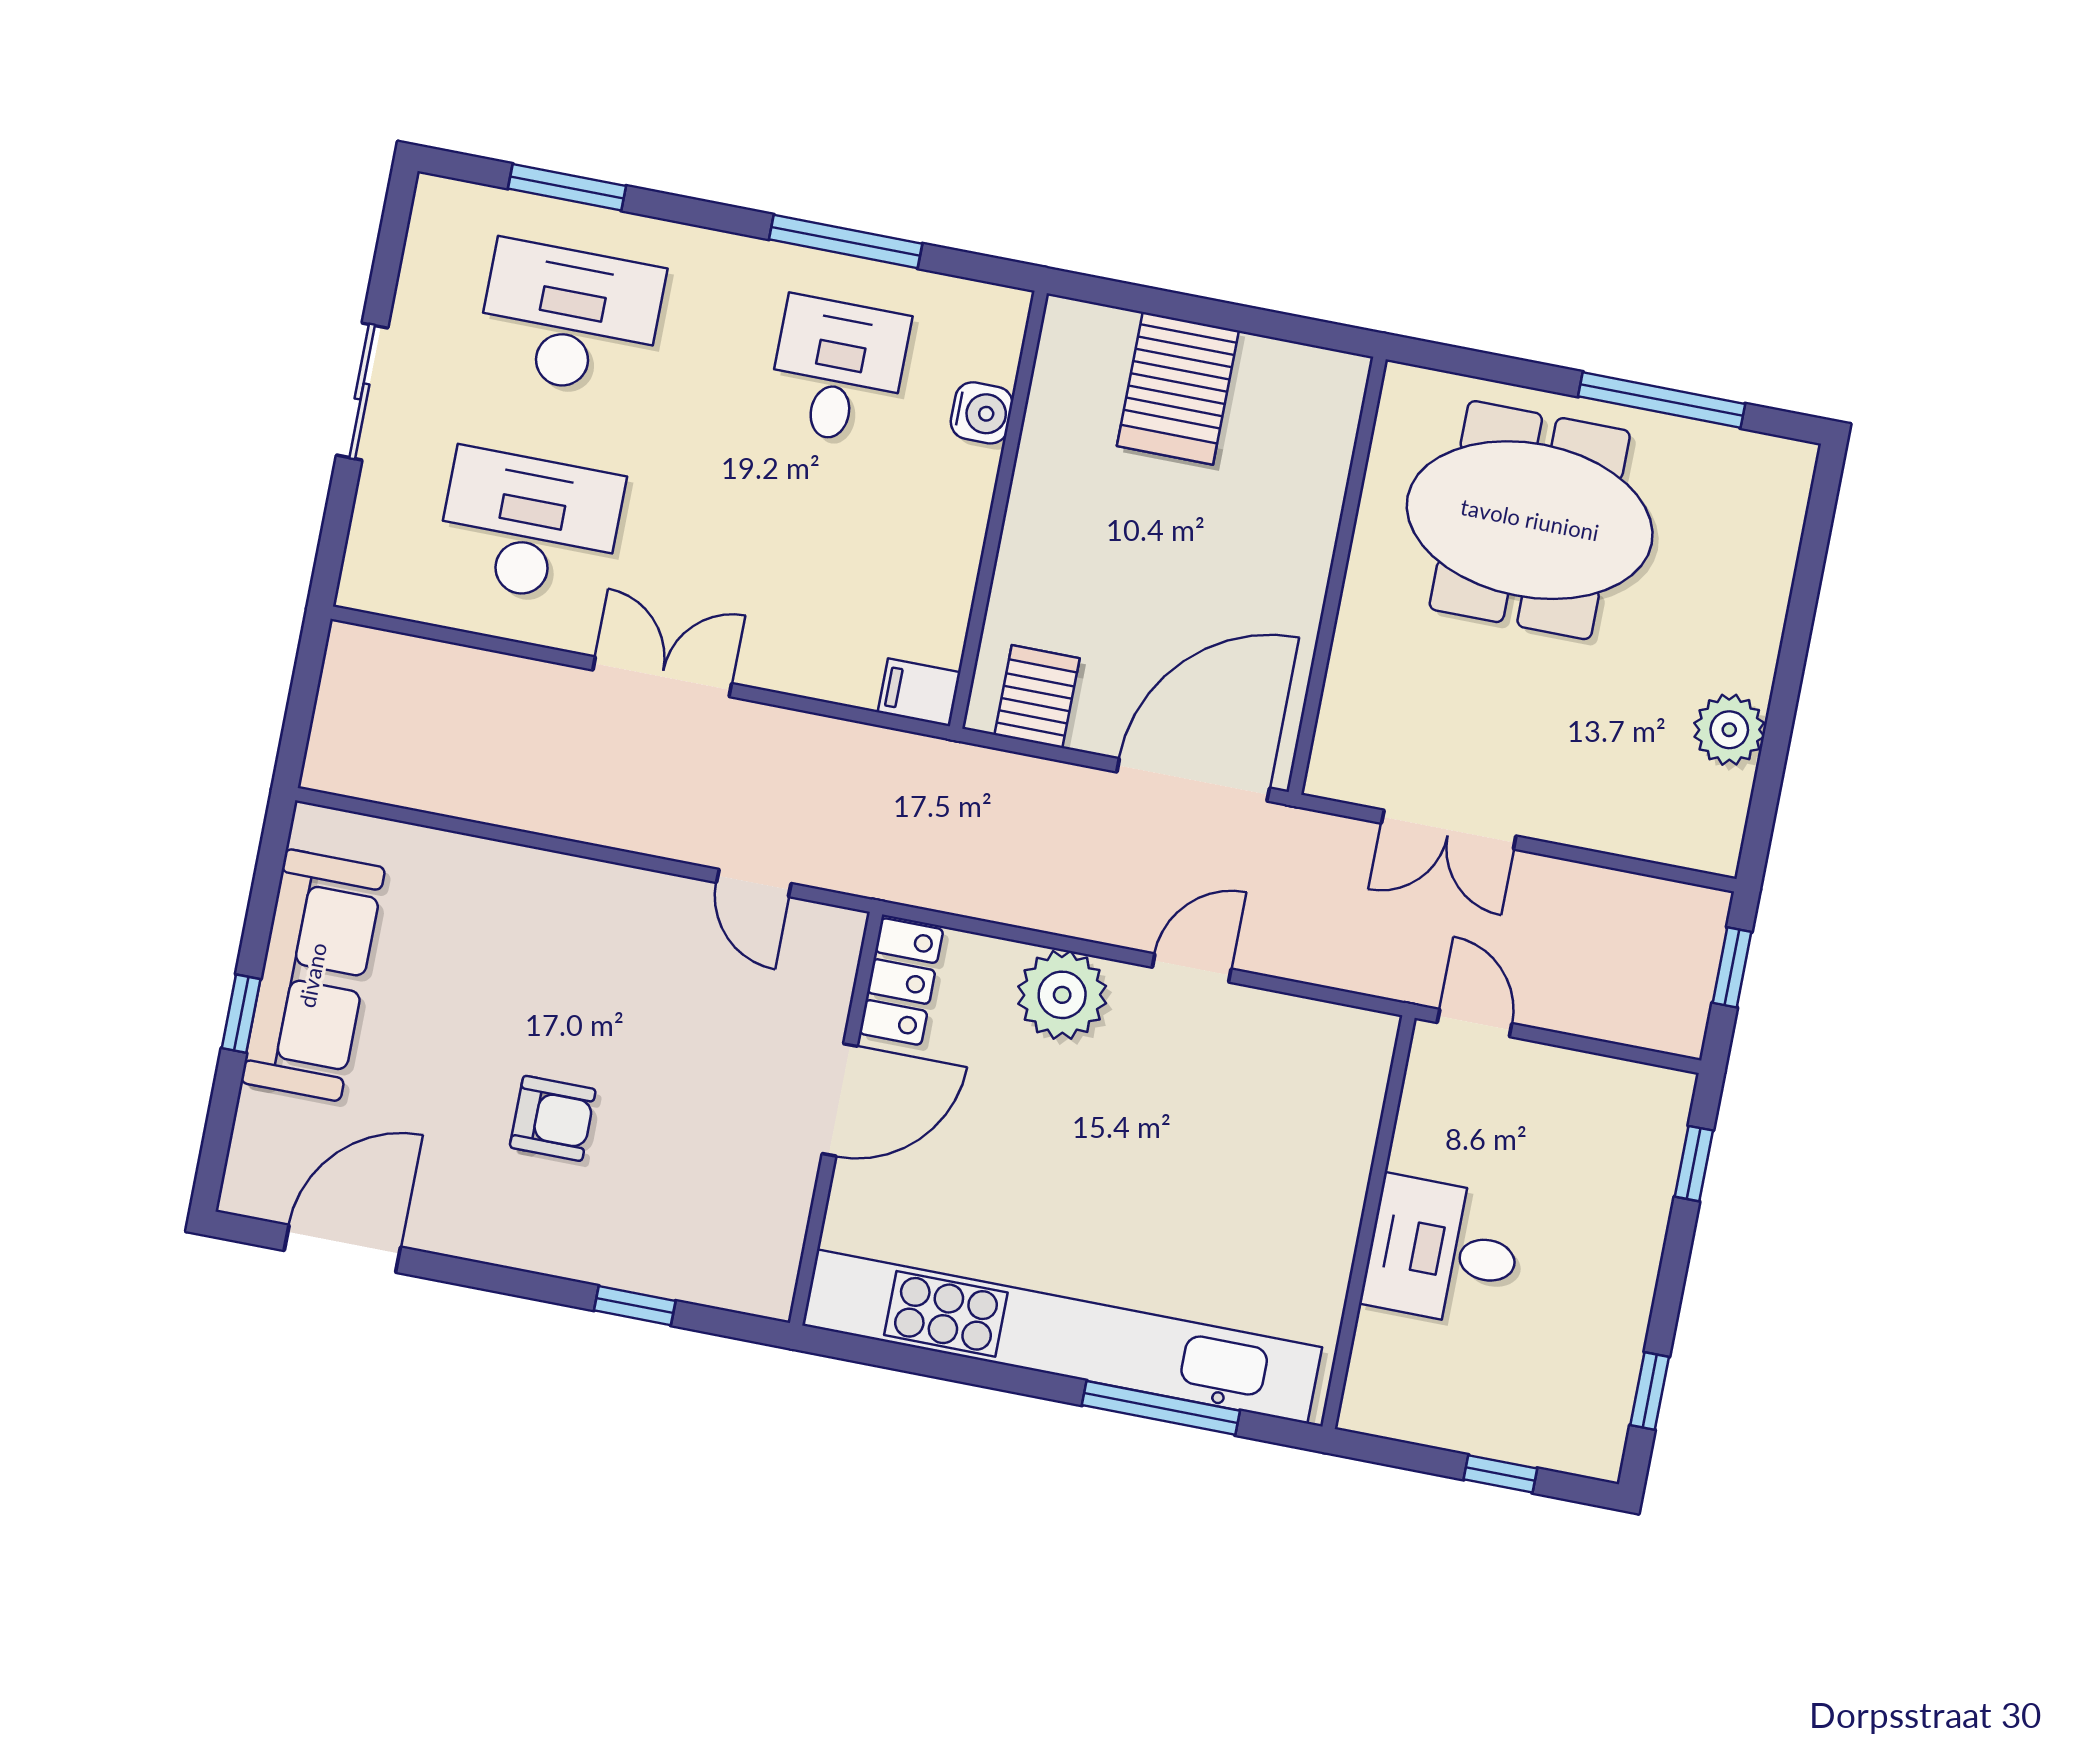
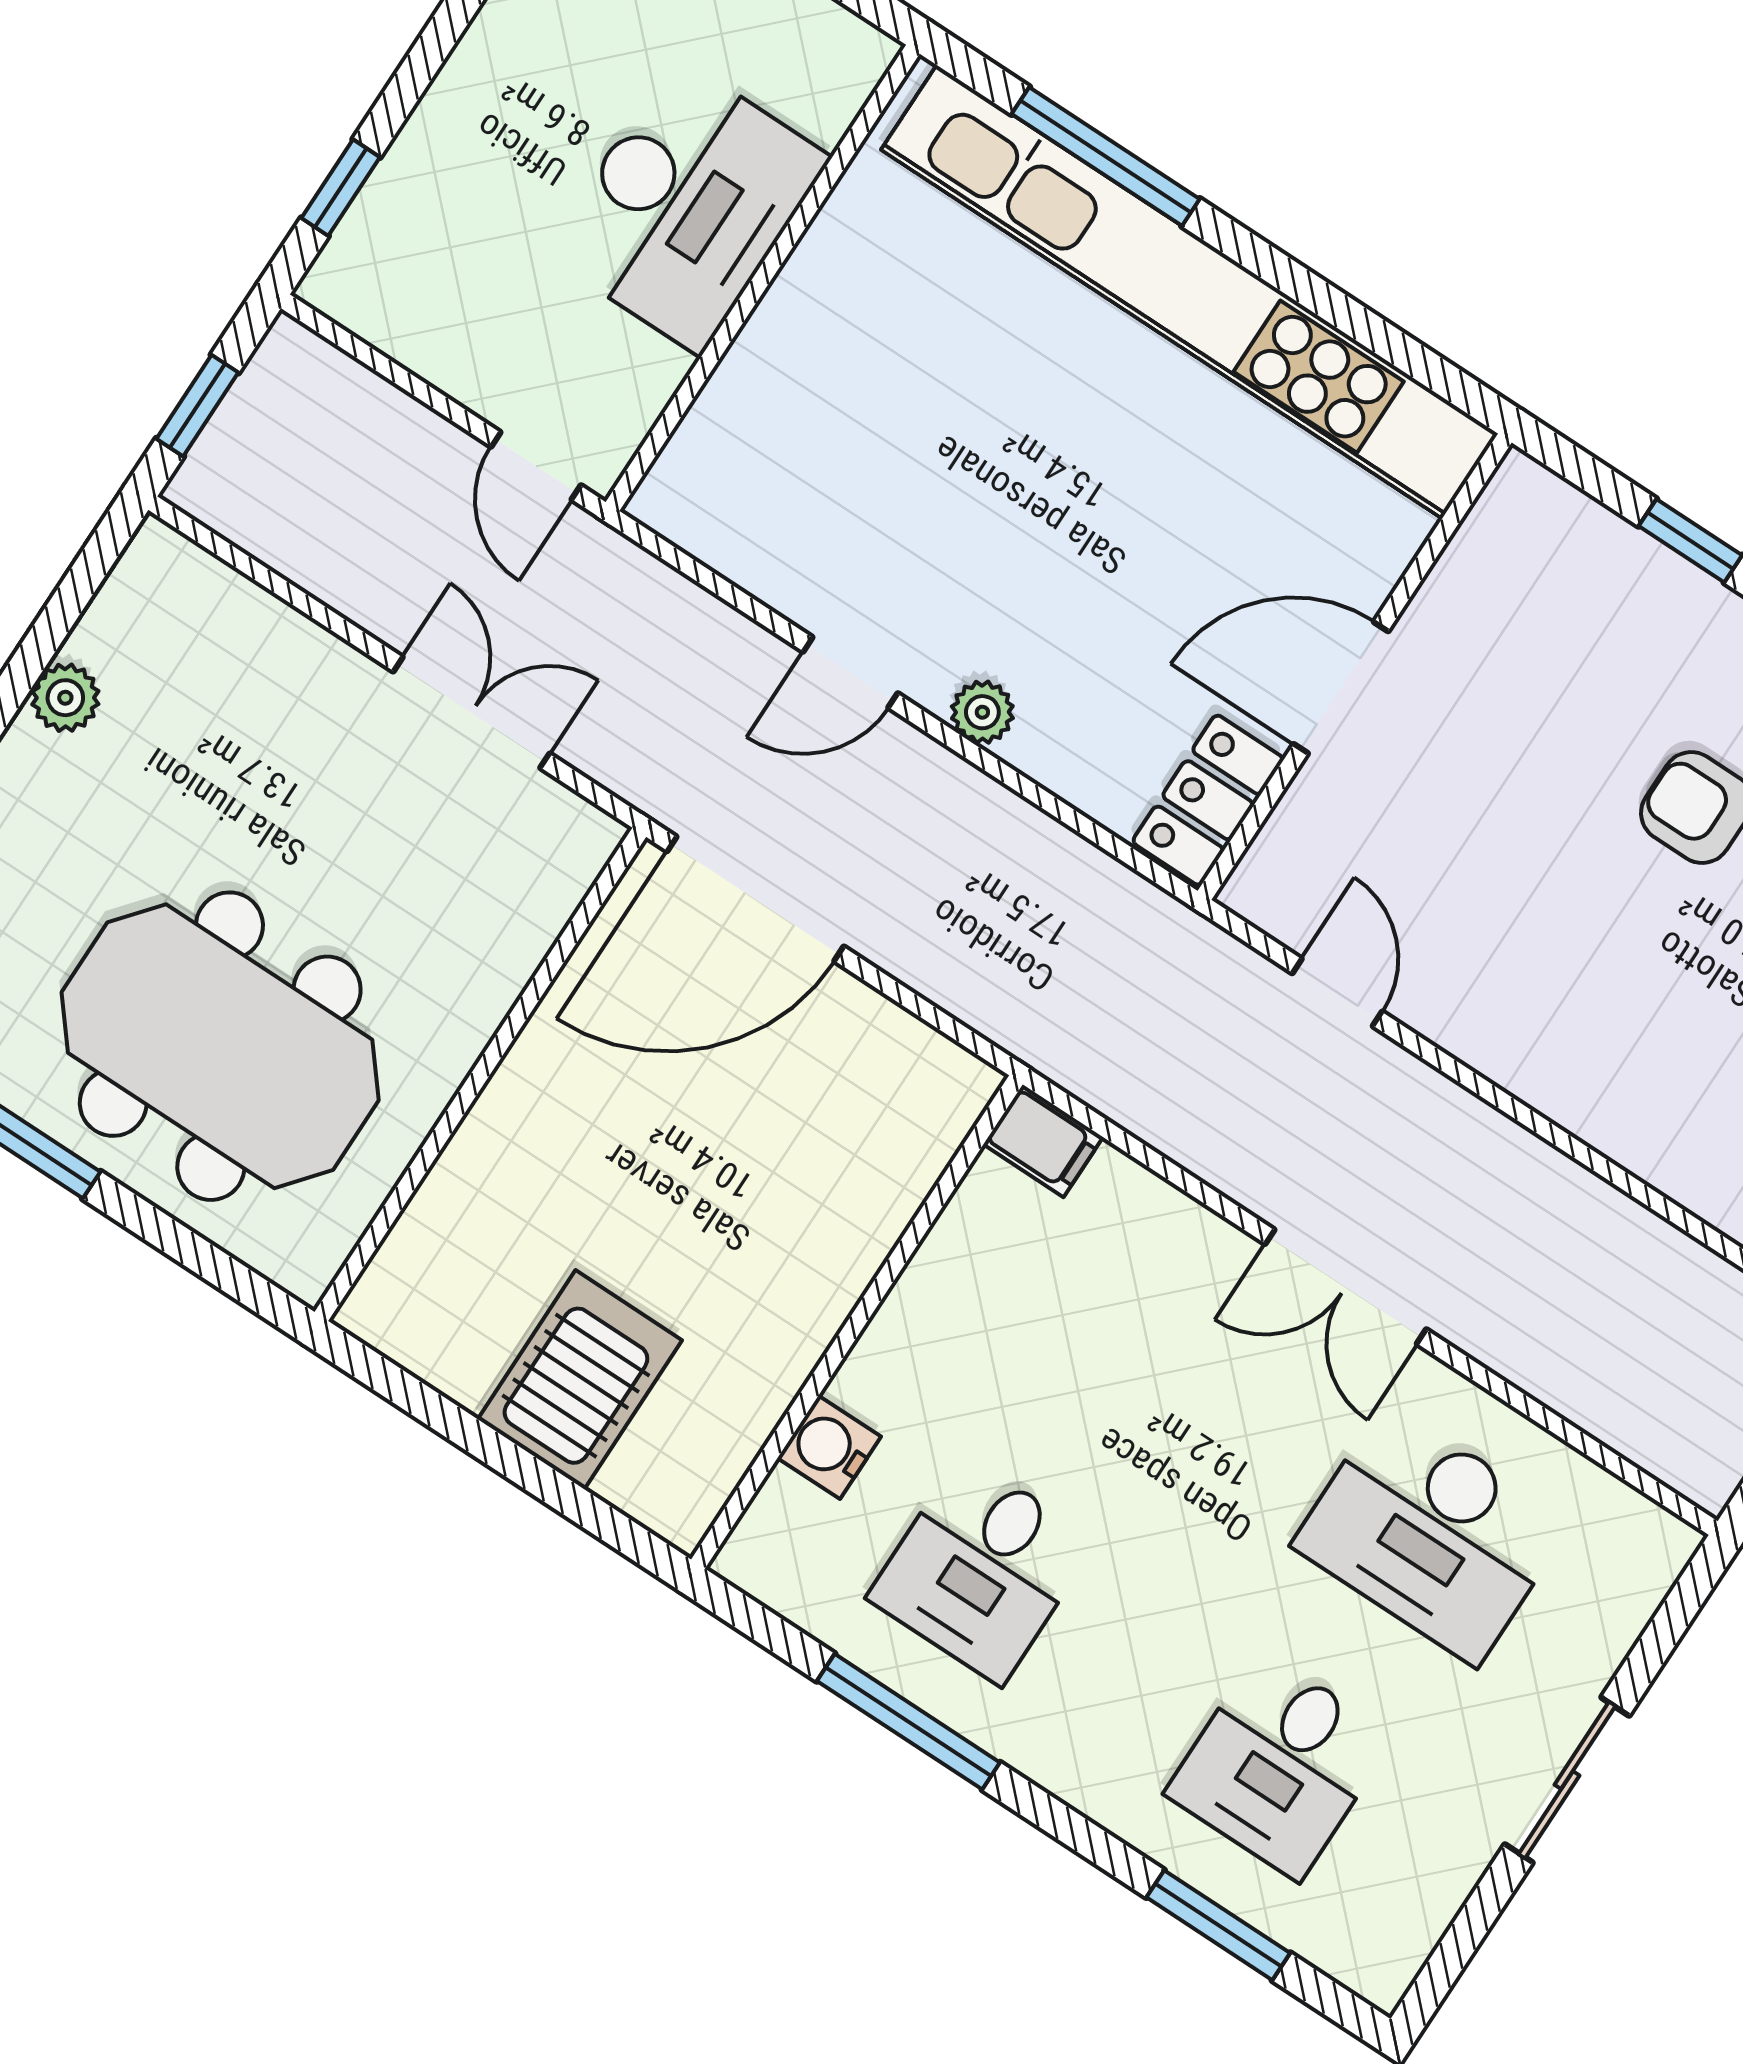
desk: (570, 319) -> (1280, 1765), width x0.73
server rack: (1037, 697) -> (903, 1077), removed
plant: (1729, 730) -> (65, 698), width x0.73, depth x0.73
plant: (1062, 995) -> (982, 712), width x0.53, depth x0.53
desk: (1443, 1252) -> (687, 206), width x1.37

